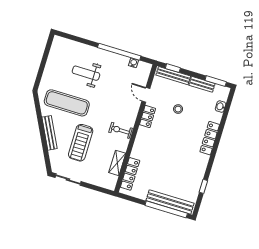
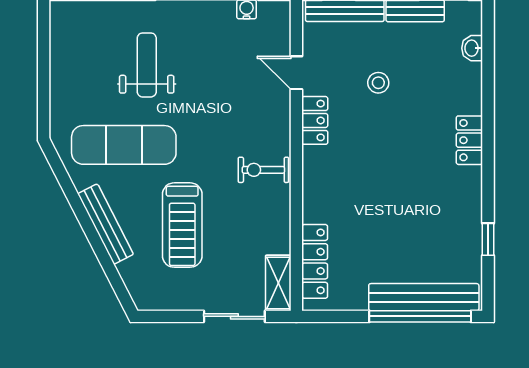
weight bench: (86, 73) -> (147, 65), turned 90
locker: (210, 138) -> (469, 140), width x0.66
shelving: (117, 163) -> (278, 283), moved
sliding door: (68, 179) -> (234, 316), moved

